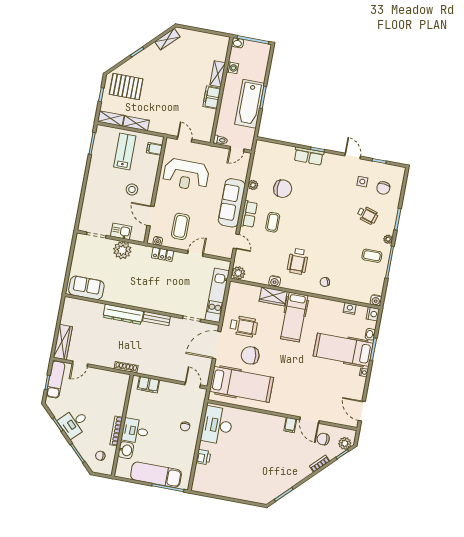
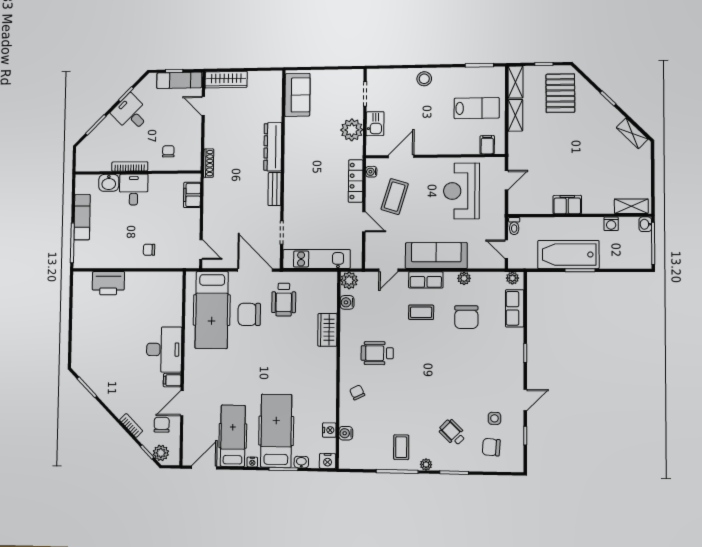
shelving: (218, 74) -> (631, 206), moved
plant: (260, 149) -> (512, 278), added
row of seats: (309, 156) -> (515, 308), moved
stool: (132, 189) -> (424, 79), moved
wheelchair: (367, 215) -> (452, 432), turned 118
coffee table: (180, 226) -> (395, 197), turned -73
locker: (163, 254) -> (356, 181), width x1.53
water cooler: (275, 281) -> (347, 302), moved
water cooler: (376, 300) -> (346, 433), moved
hospital bed: (294, 317) -> (233, 436), moved, turned 90
chair: (250, 355) -> (249, 314), turned -83
door: (193, 385) -> (201, 249), hinge flipped
desk: (217, 425) -> (164, 349), moved, turned 90
chair: (100, 456) -> (168, 151), moved
printer: (203, 457) -> (108, 283), width x1.87, depth x1.48
exam couch: (156, 475) -> (82, 217), width x0.73, depth x0.69

